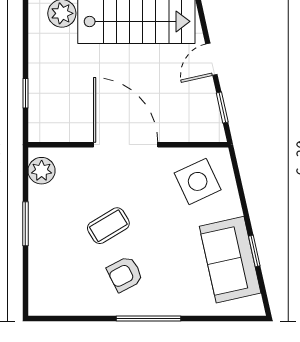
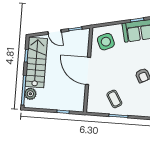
door: (126, 145) -> (88, 71), hinge flipped
plant: (42, 171) -> (96, 107), removed
coffee table: (108, 226) -> (114, 99), moved

